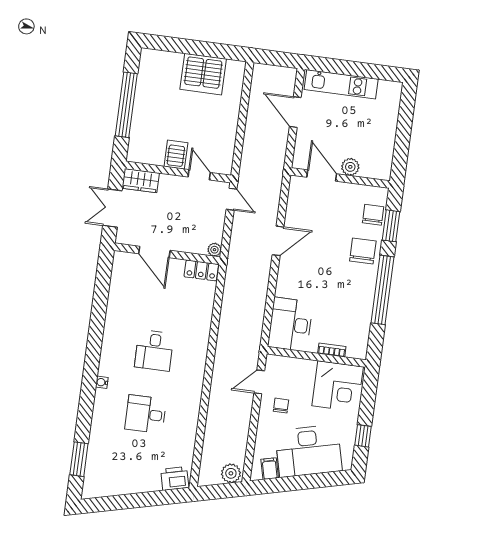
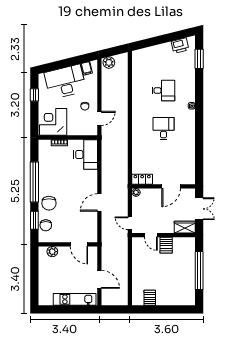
server rack: (203, 74) -> (150, 298), width x0.46, depth x0.70
plant: (350, 167) -> (52, 252), moved
door: (154, 252) -> (171, 186), swing flipped
printer: (175, 478) -> (180, 46), moved

